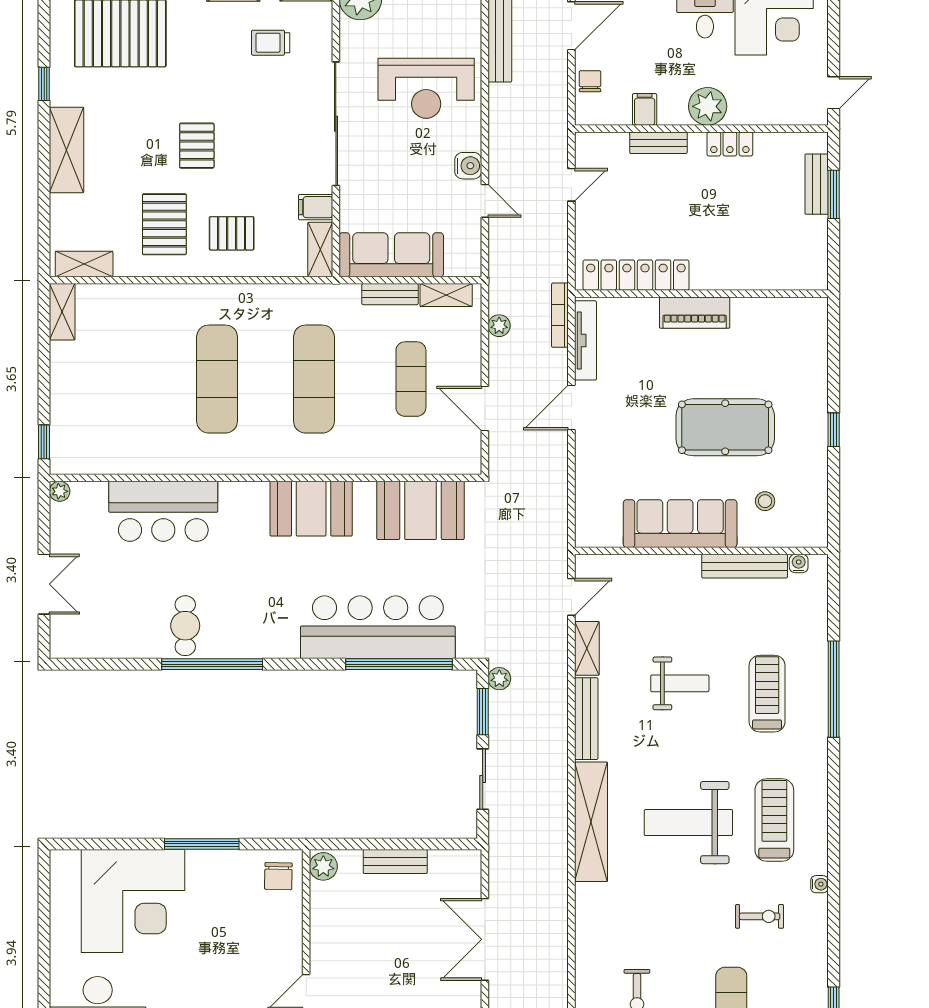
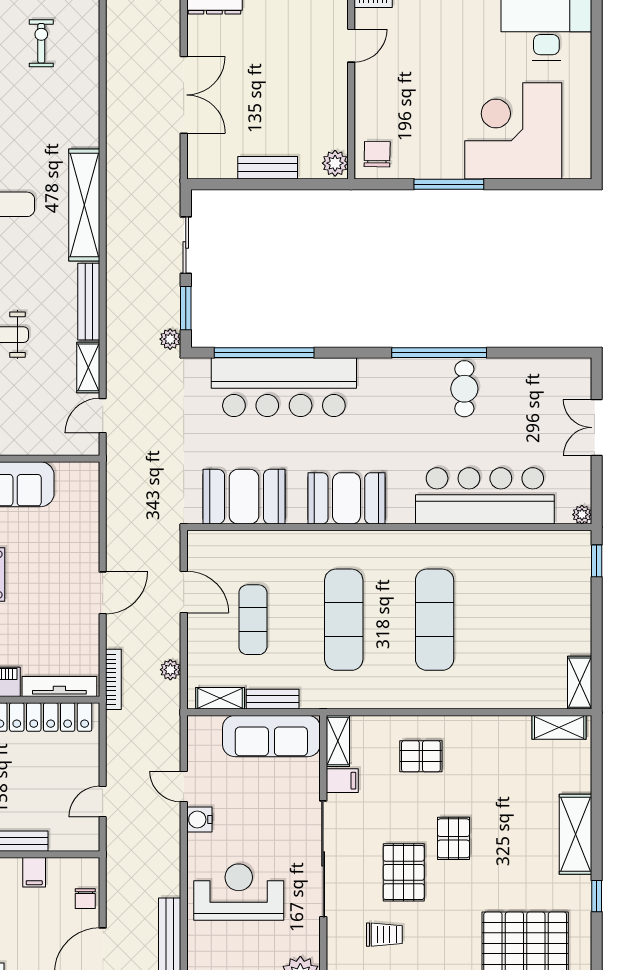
pallet: (164, 224) -> (404, 872), moved
tv unit: (586, 340) -> (59, 686), moved, turned 90
bar counter: (163, 511) -> (485, 496), width x1.36

